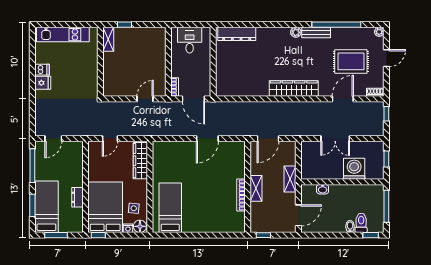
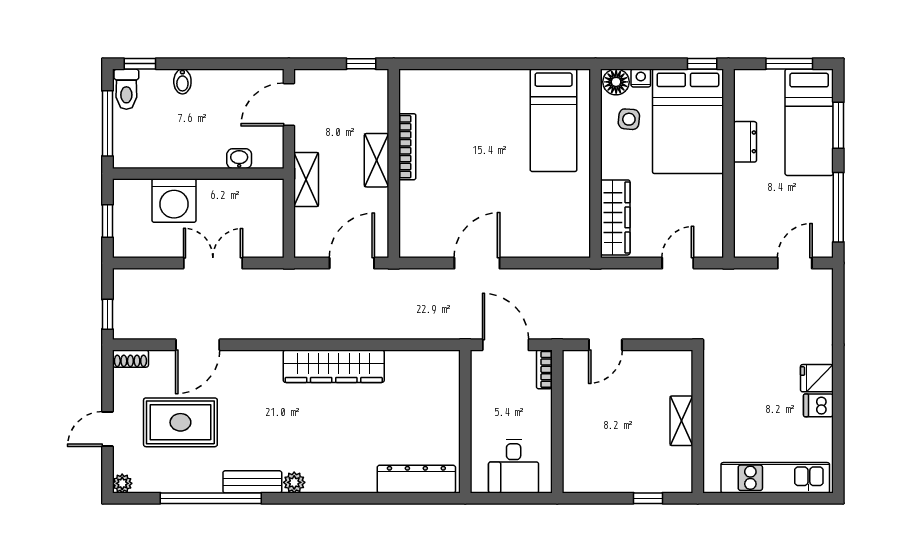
shelving: (108, 39) -> (681, 421), moved
wardrobe: (294, 89) -> (334, 366), moved
toilet: (361, 223) -> (126, 89), moved

